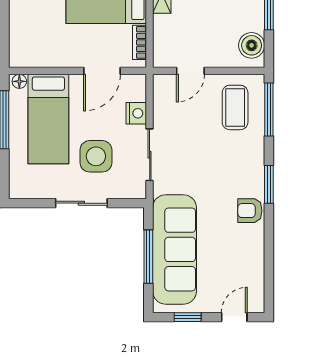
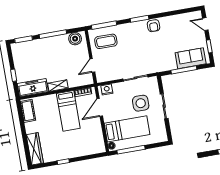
door: (102, 71) -> (100, 107), swing flipped
door: (190, 71) -> (92, 66), swing flipped
nightstand: (136, 113) -> (107, 89), moved
sofa: (175, 249) -> (191, 58), width x0.54, depth x0.79

